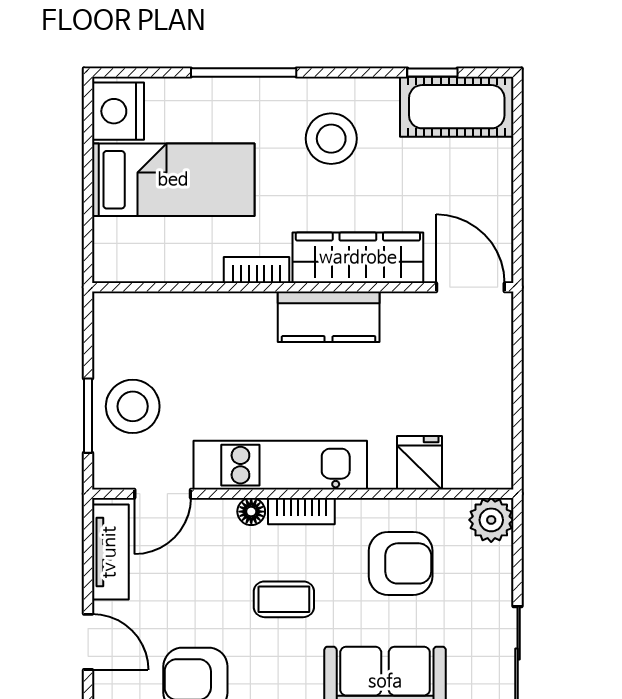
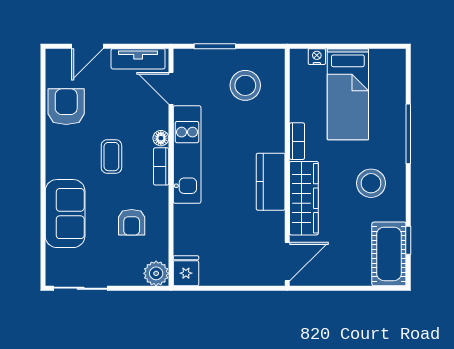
nightstand: (118, 111) -> (317, 57), moved, width x0.53, depth x0.56
stool: (133, 406) -> (245, 85), moved
fridge: (419, 463) -> (186, 271), moved, turned -90
armchair: (401, 563) -> (132, 222), width x0.72, depth x0.72

